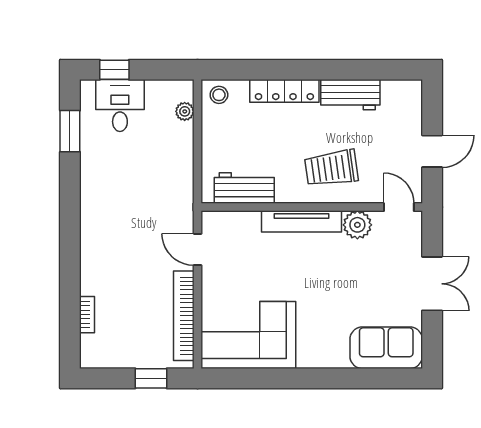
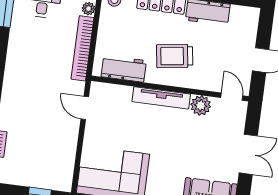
trolley: (331, 168) -> (175, 56), moved
bookcase: (184, 316) -> (83, 48), moved

